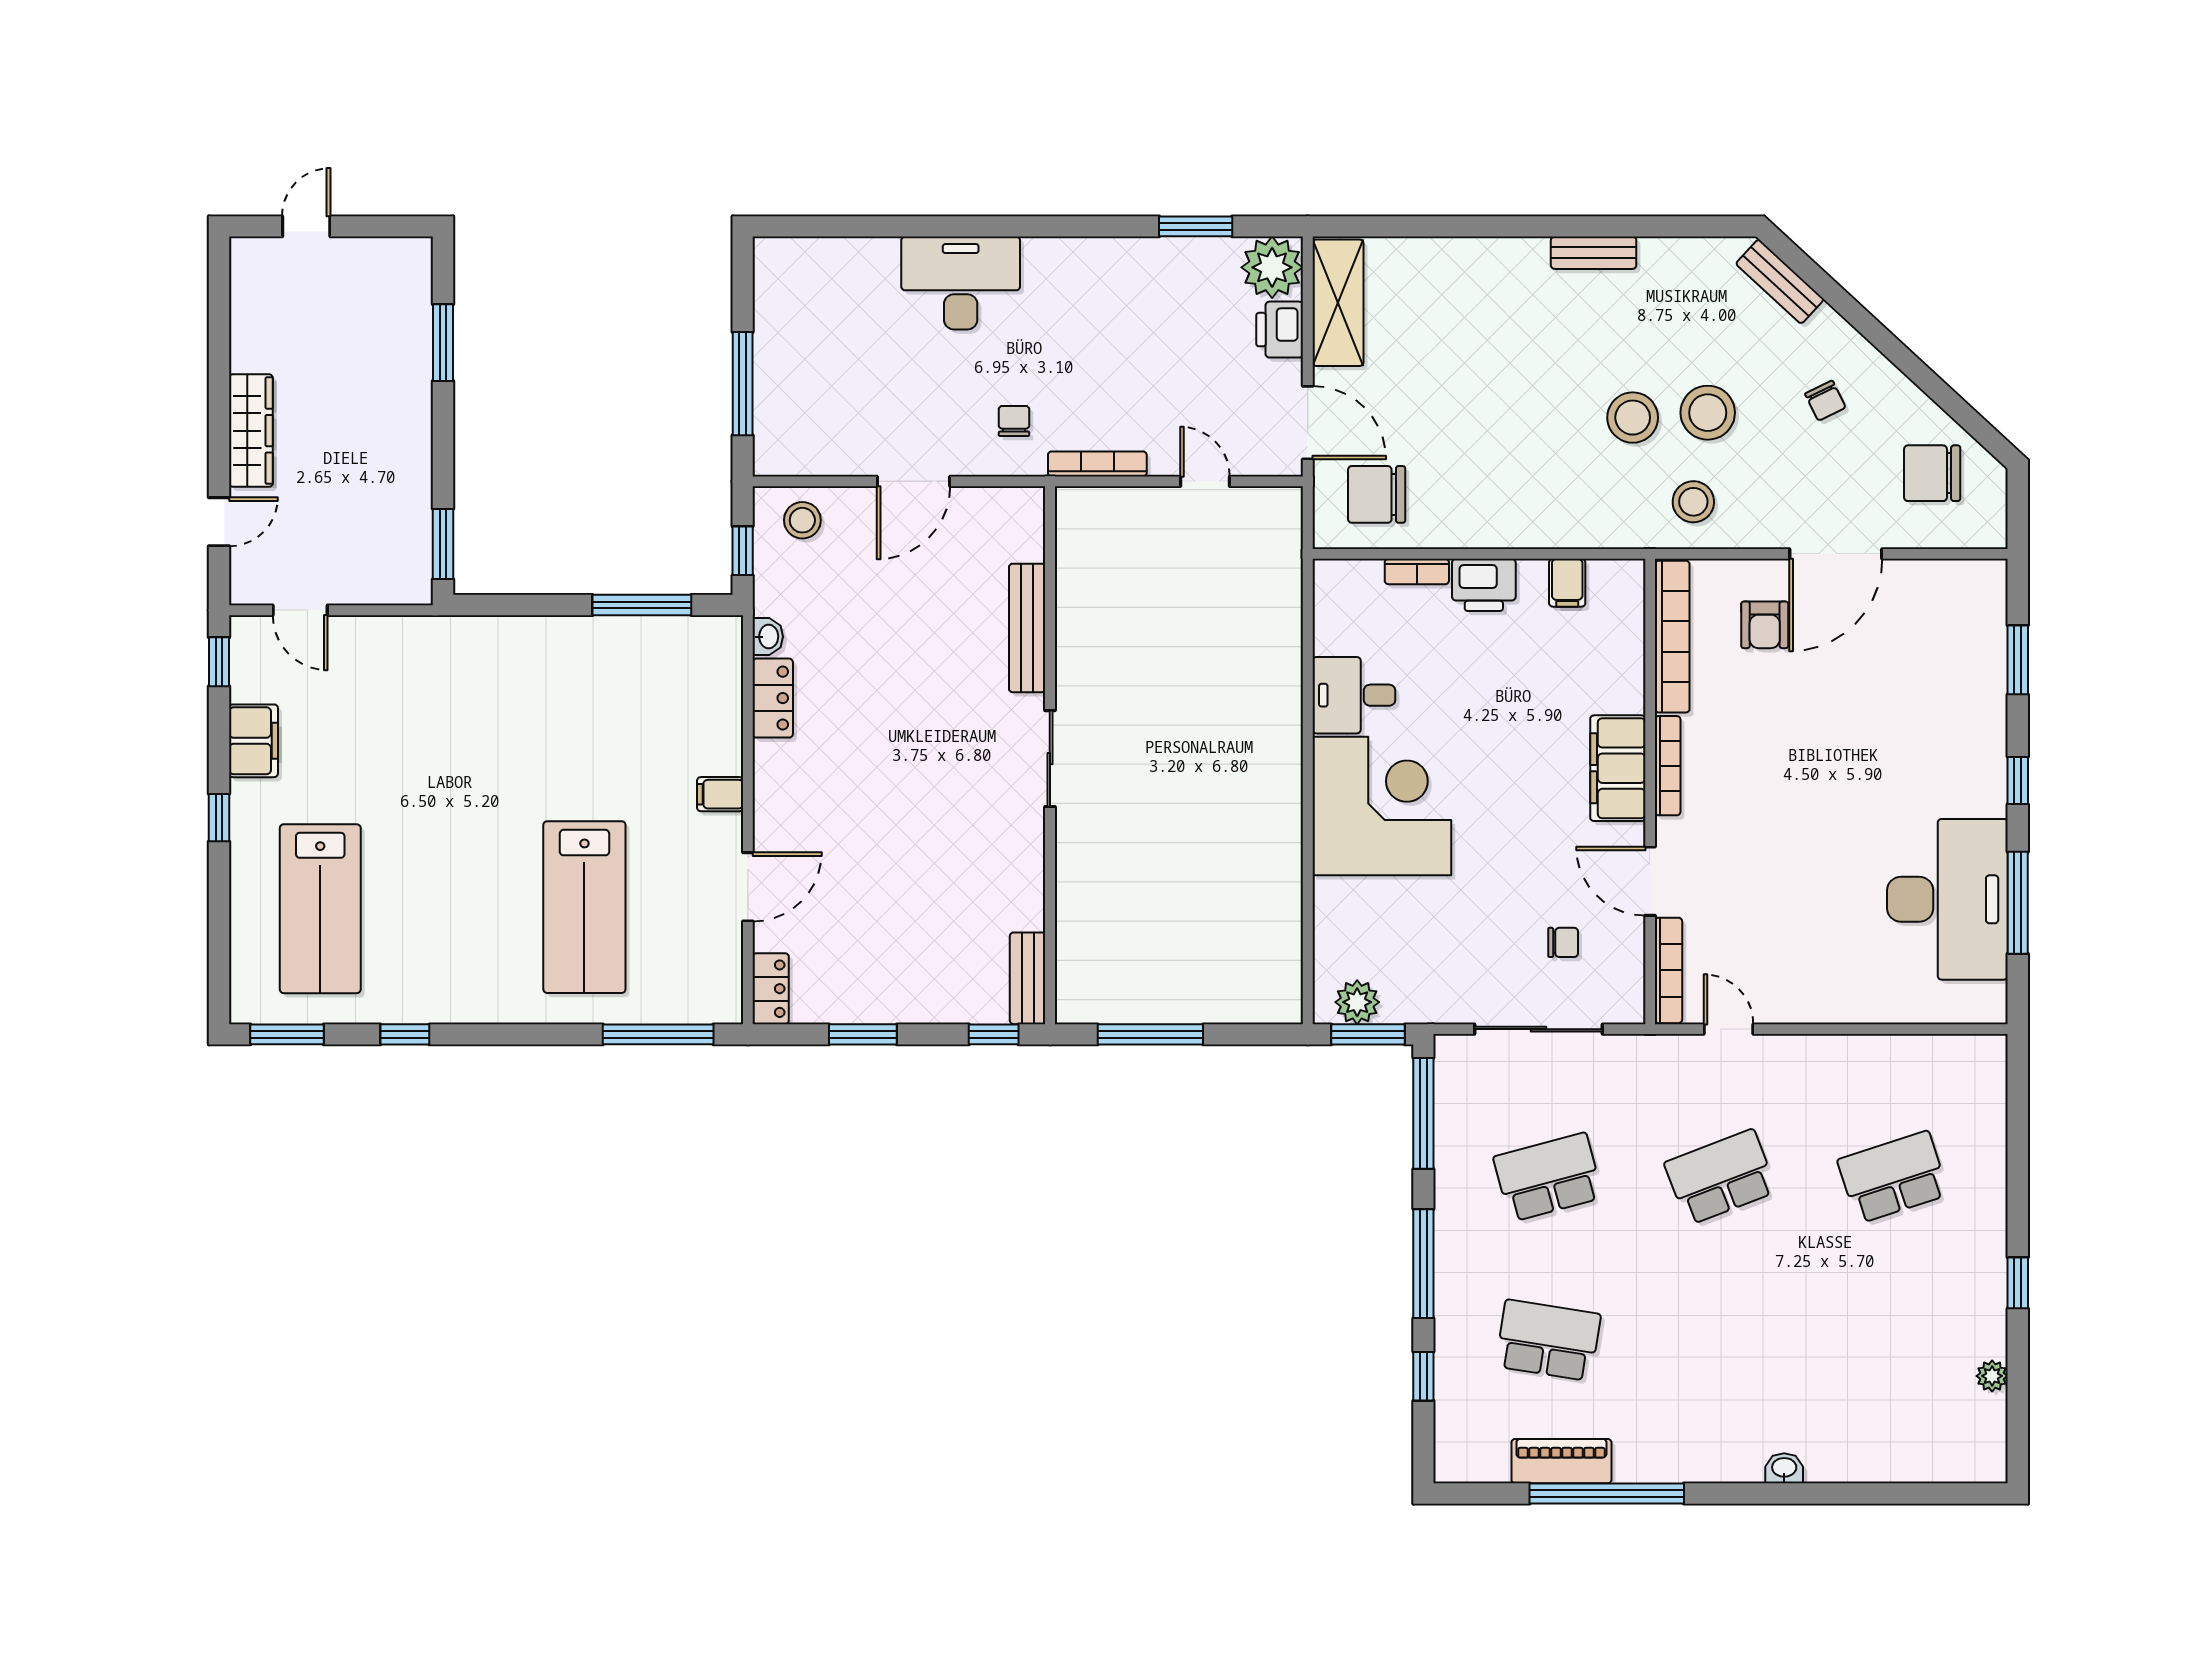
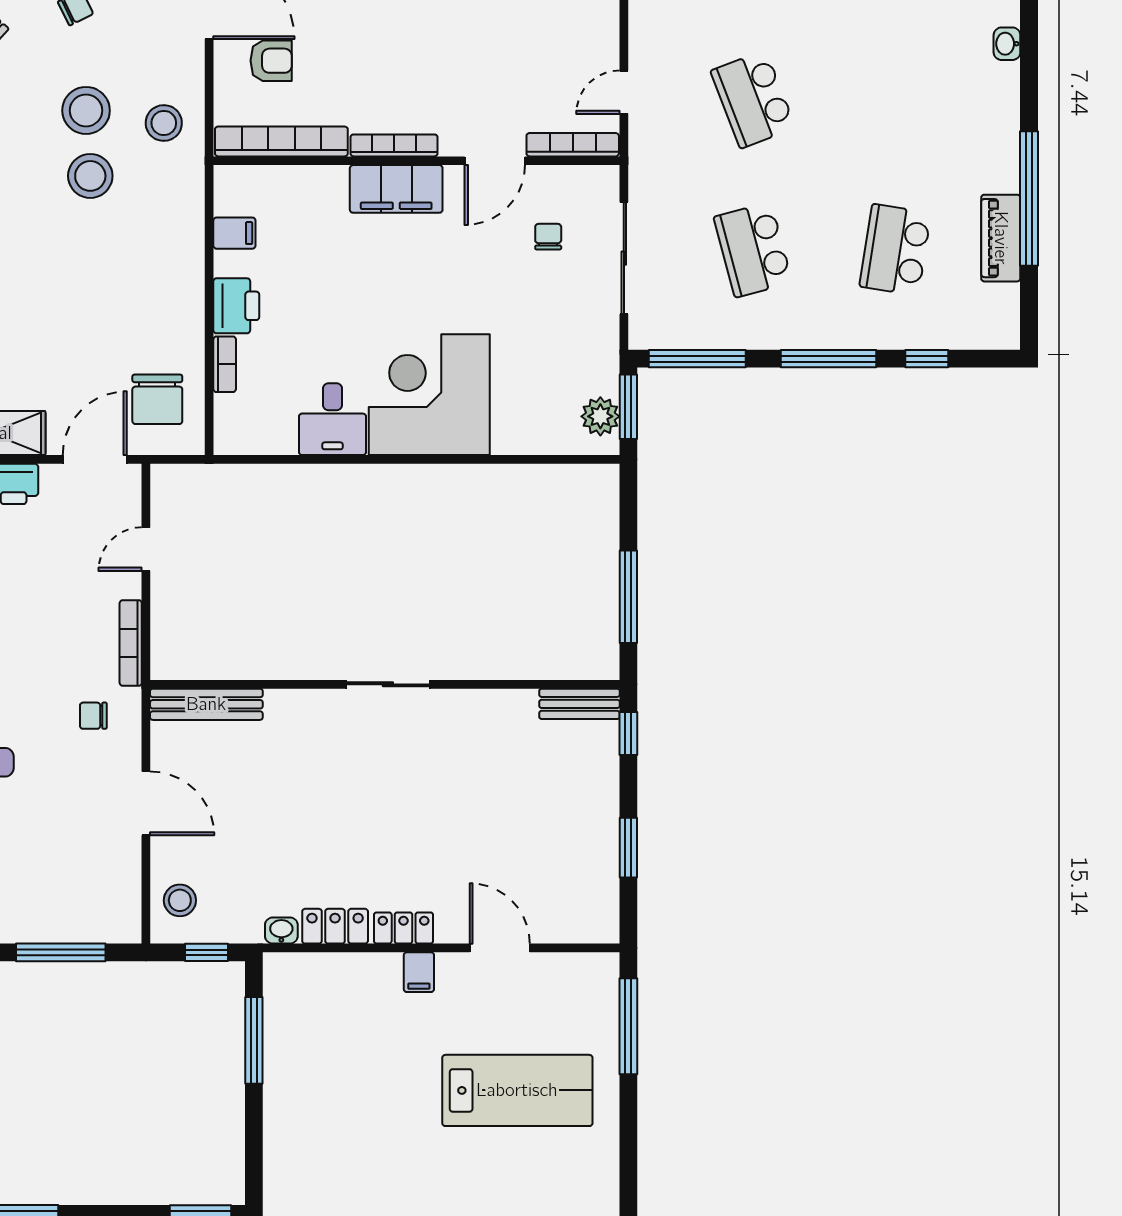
bench: (1027, 628) -> (206, 704), moved
locker: (771, 989) -> (404, 928), moved

